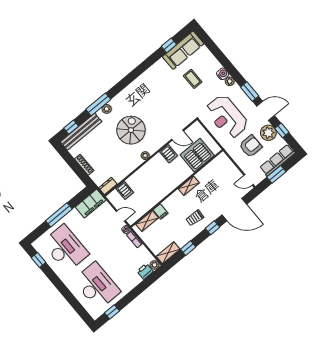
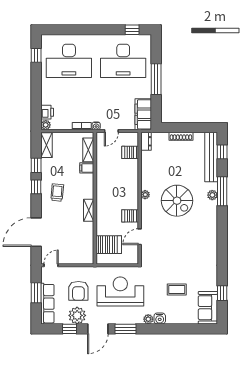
sofa: (183, 50) -> (208, 308), width x0.73
server rack: (197, 155) -> (109, 245), width x0.63
window: (213, 228) -> (36, 187), moved

